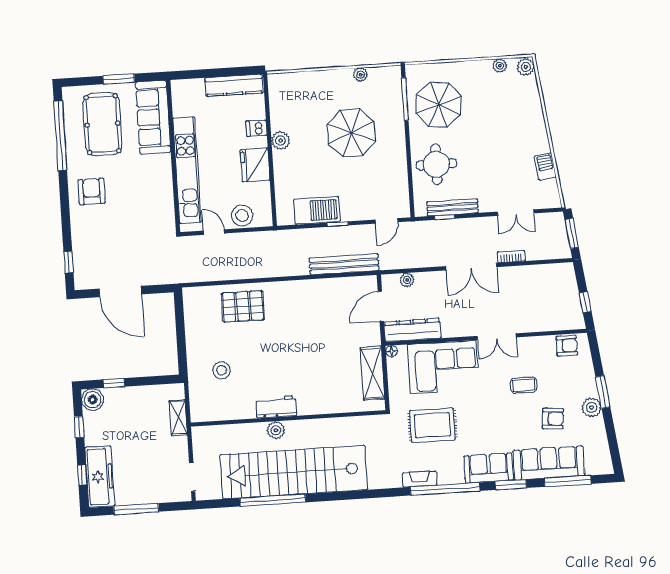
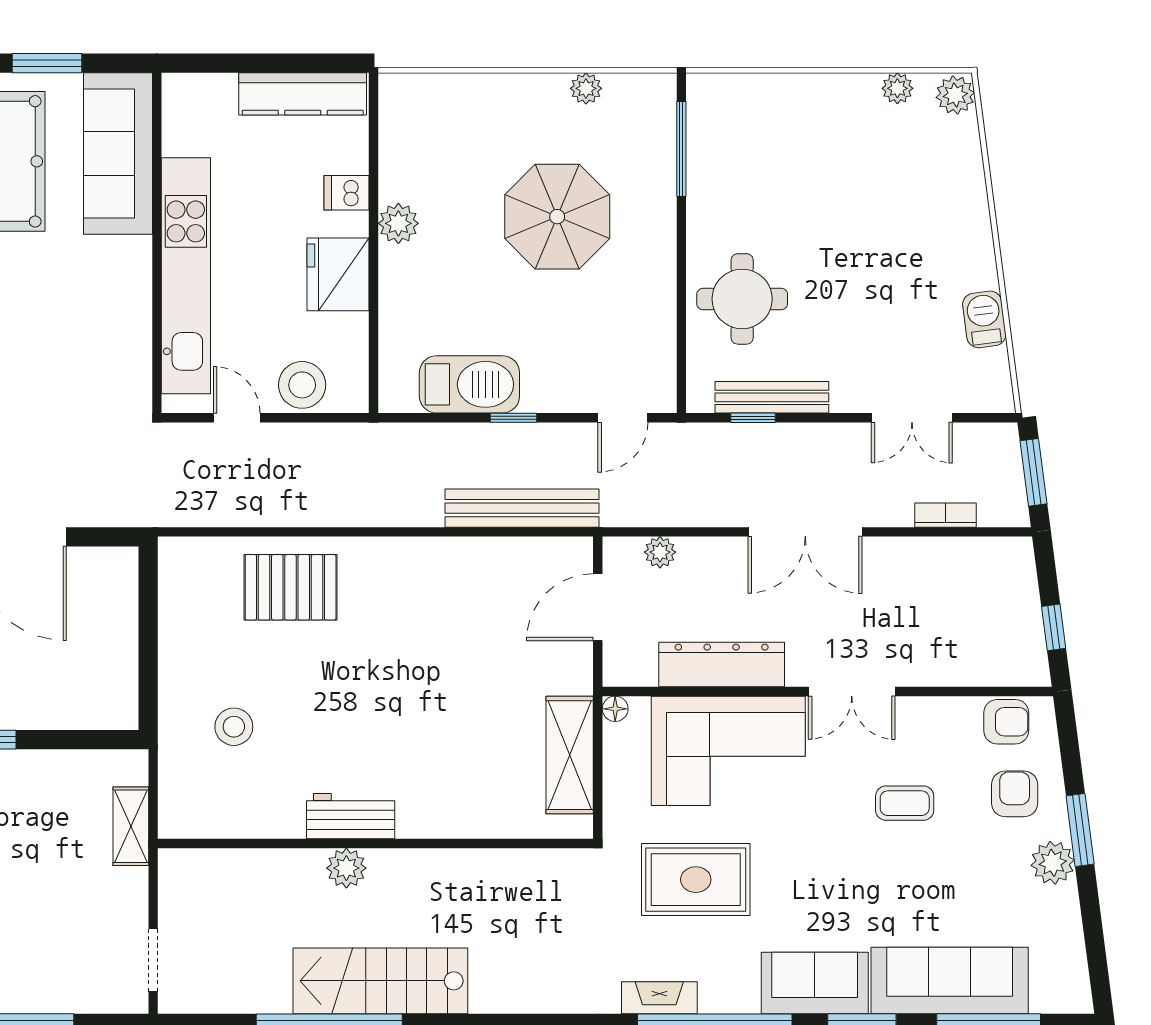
parasol: (439, 105) -> (756, 167), removed
bookcase: (511, 256) -> (946, 515), moved
dresser: (413, 330) -> (722, 665), moved
armchair: (553, 419) -> (1015, 794), moved, turned -95
stairs: (294, 472) -> (380, 981), width x0.54, depth x0.66

